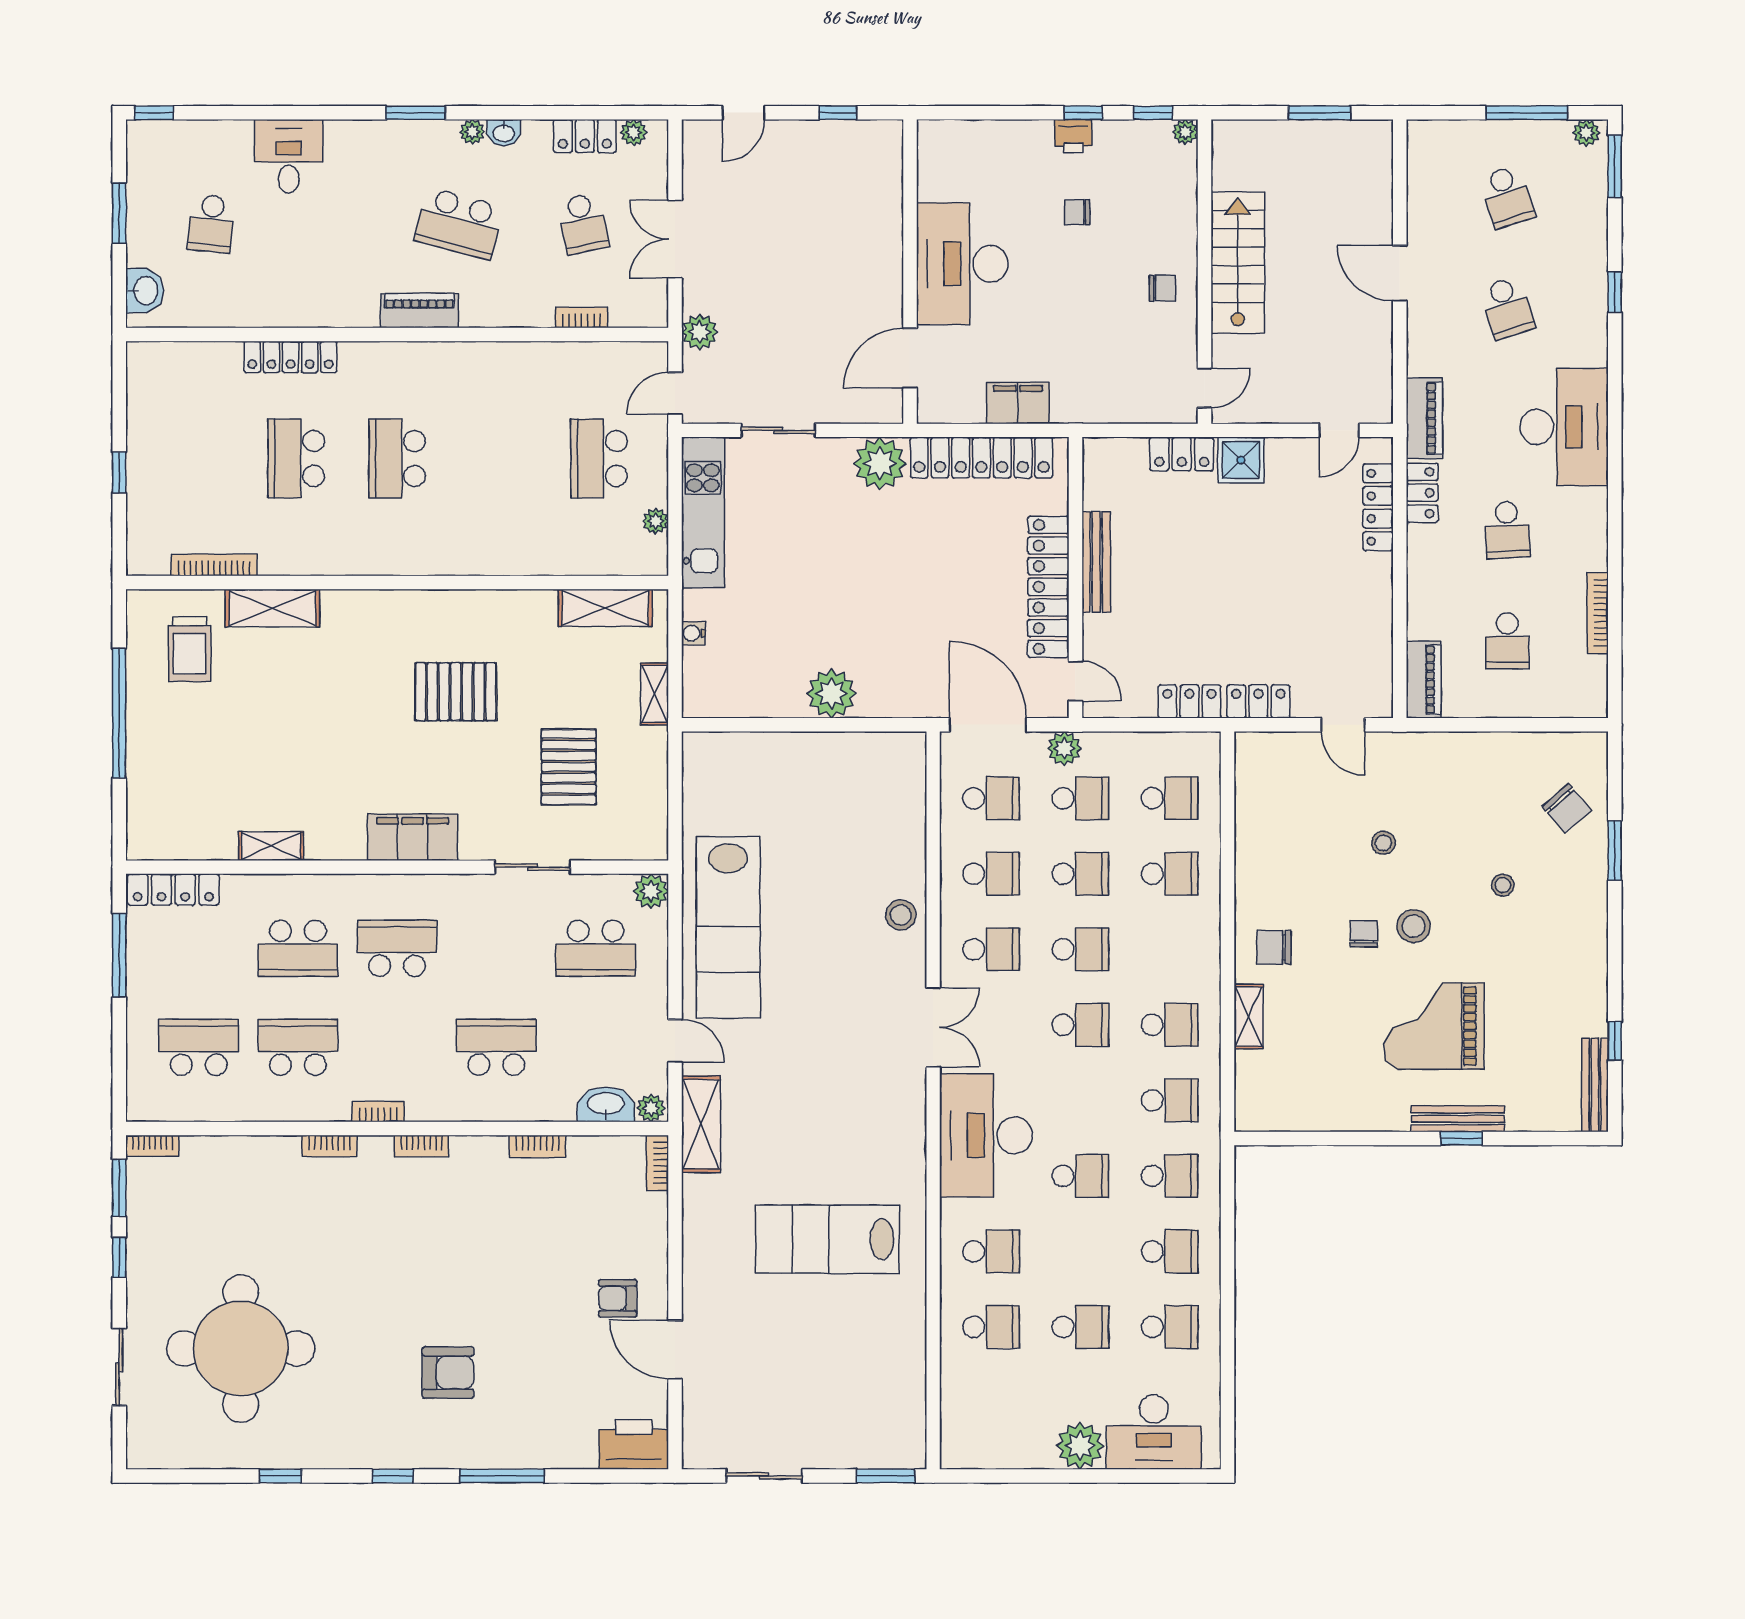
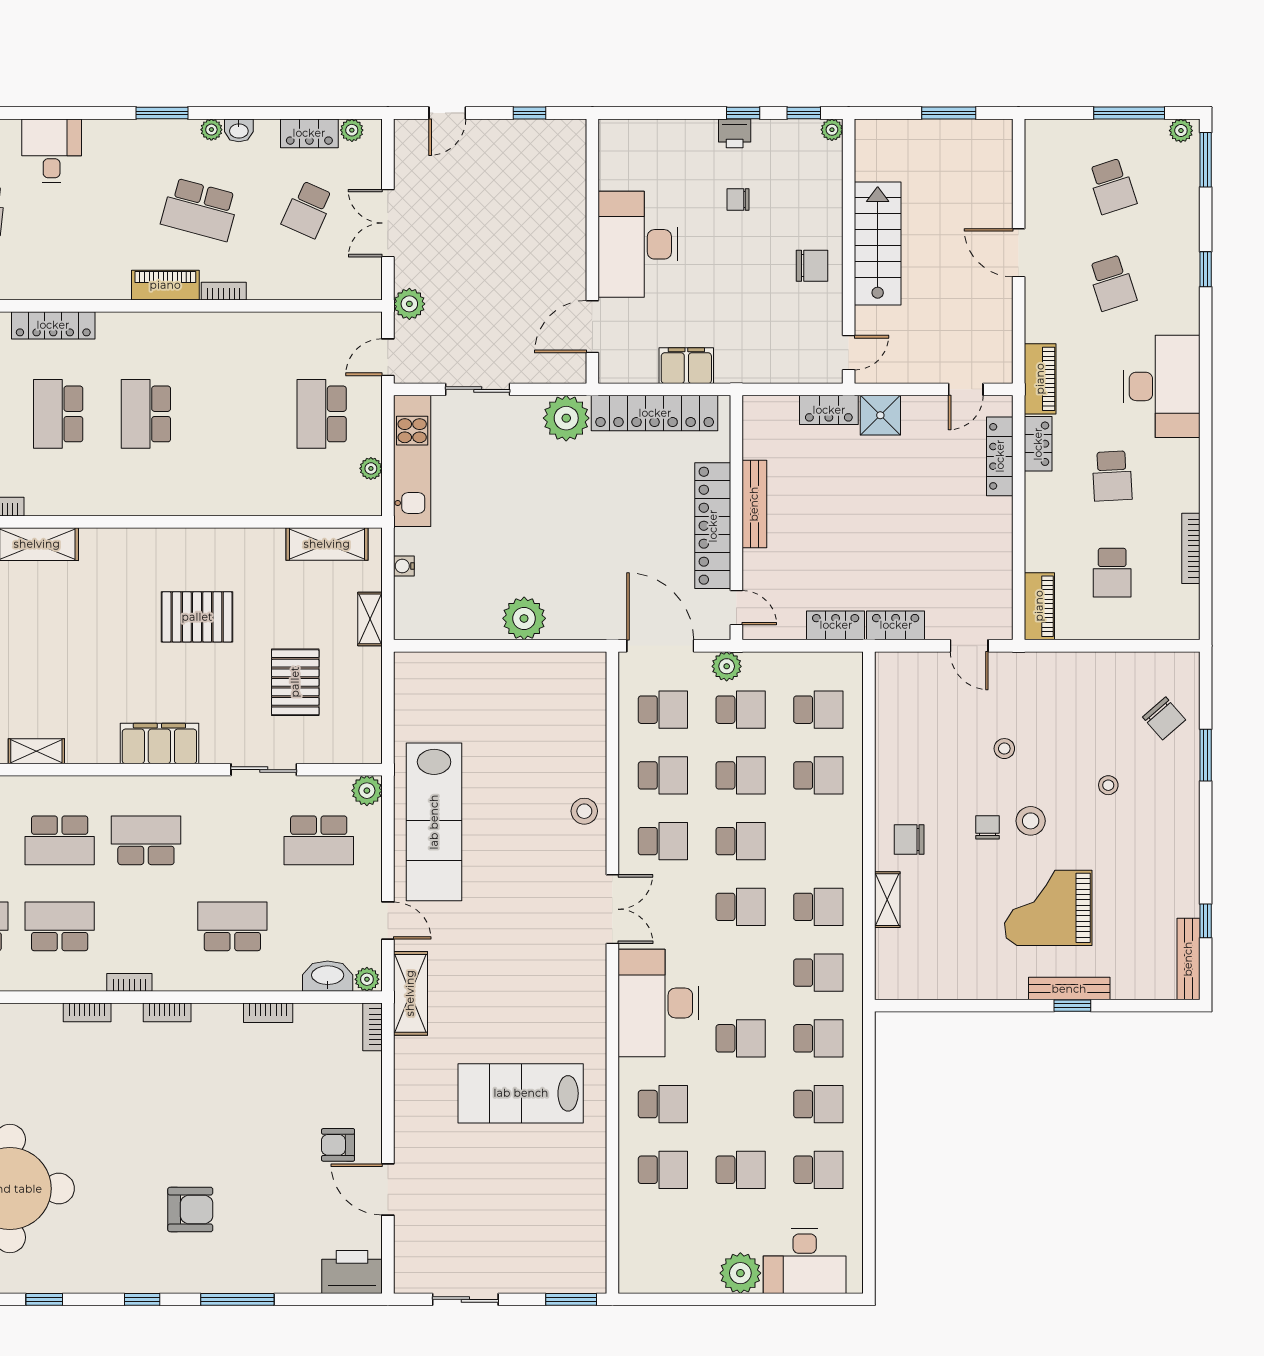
school desk: (583, 224) -> (308, 209), turned 36
chair: (1162, 288) -> (812, 266), width x1.37, depth x1.37
bookcase: (582, 317) -> (224, 291), moved

